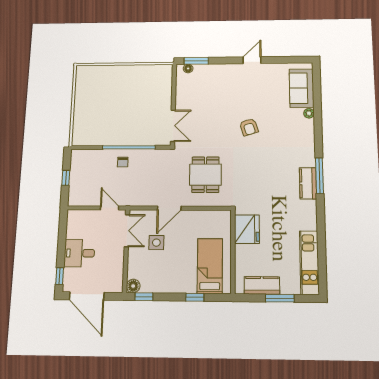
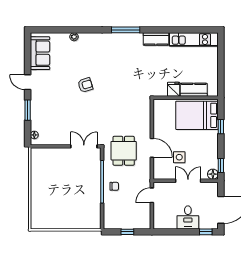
window: (196, 61) -> (28, 110), moved
sofa: (302, 88) -> (40, 53), moved, turned -90
dining table: (205, 175) -> (124, 151), moved, turned 90
kitchen counter: (308, 183) -> (156, 39), moved
fridge: (247, 229) -> (174, 89), width x0.53, depth x0.75
double door: (127, 231) -> (188, 181), moved
bed: (210, 266) -> (197, 115), width x1.50
kitchen counter: (262, 285) -> (194, 90), moved, turned 90
window: (280, 298) -> (221, 62), removed

